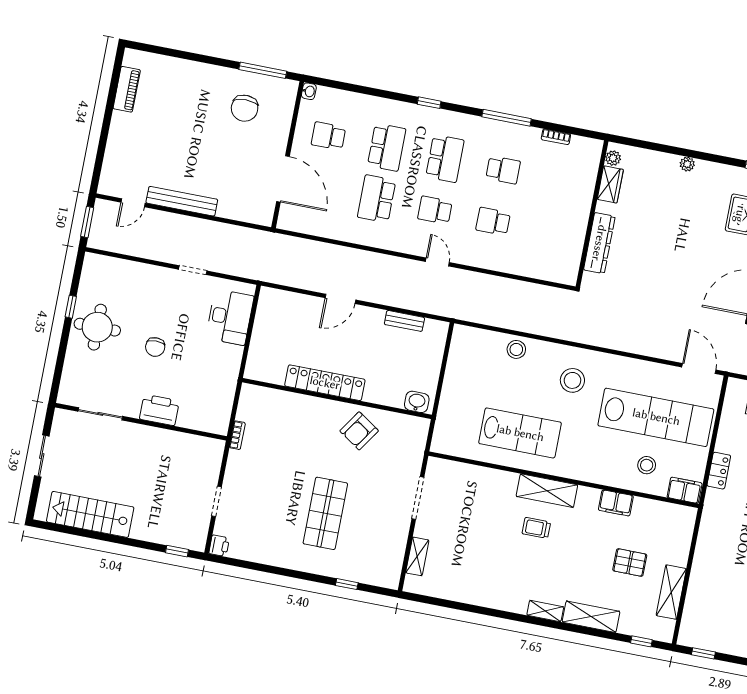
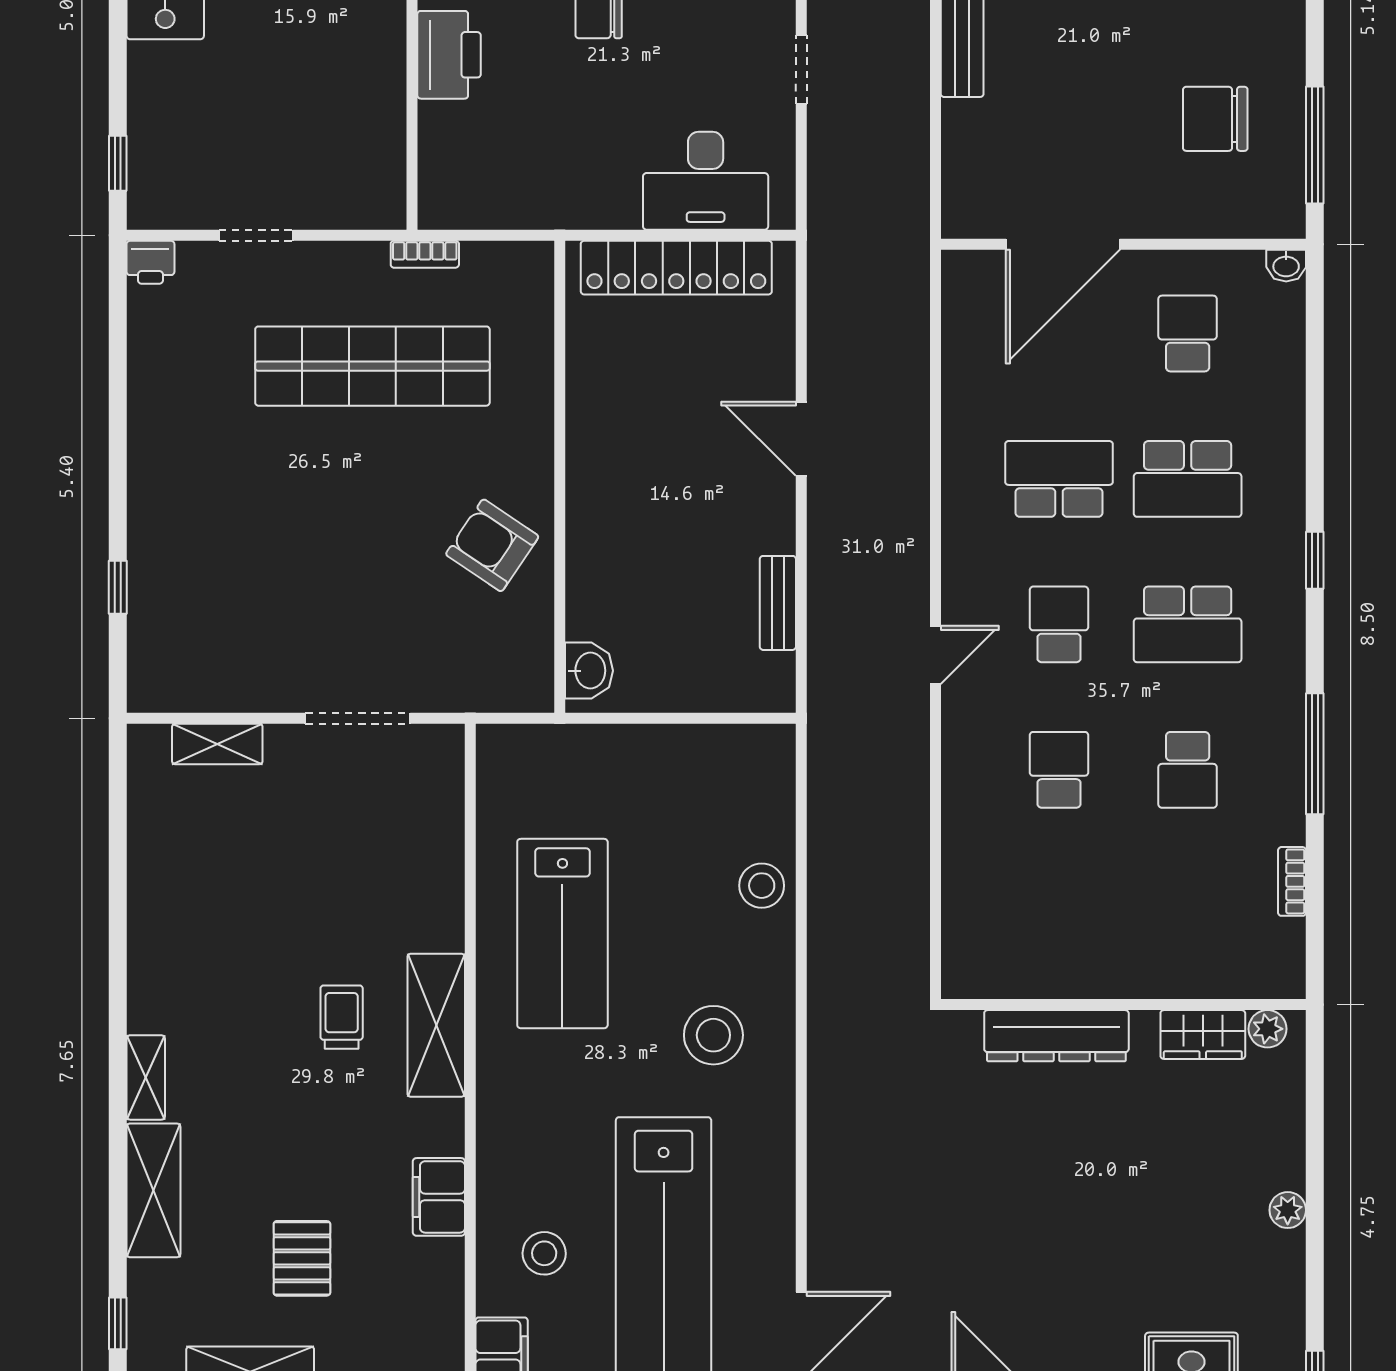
locker: (325, 383) -> (676, 268), moved, turned 90
shop shelf: (325, 513) -> (372, 366), moved, width x1.40

